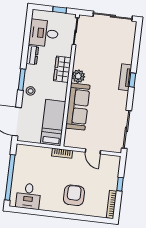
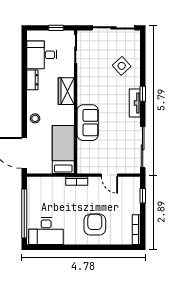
side table: (116, 52) -> (122, 66), added
plant: (78, 76) -> (84, 96), removed
tv unit: (125, 77) -> (135, 103), moved
window: (22, 80) -> (24, 107), removed
sofa: (78, 107) -> (88, 123), width x0.73
window: (120, 184) -> (143, 196), moved
desk: (28, 196) -> (46, 231), width x1.37

